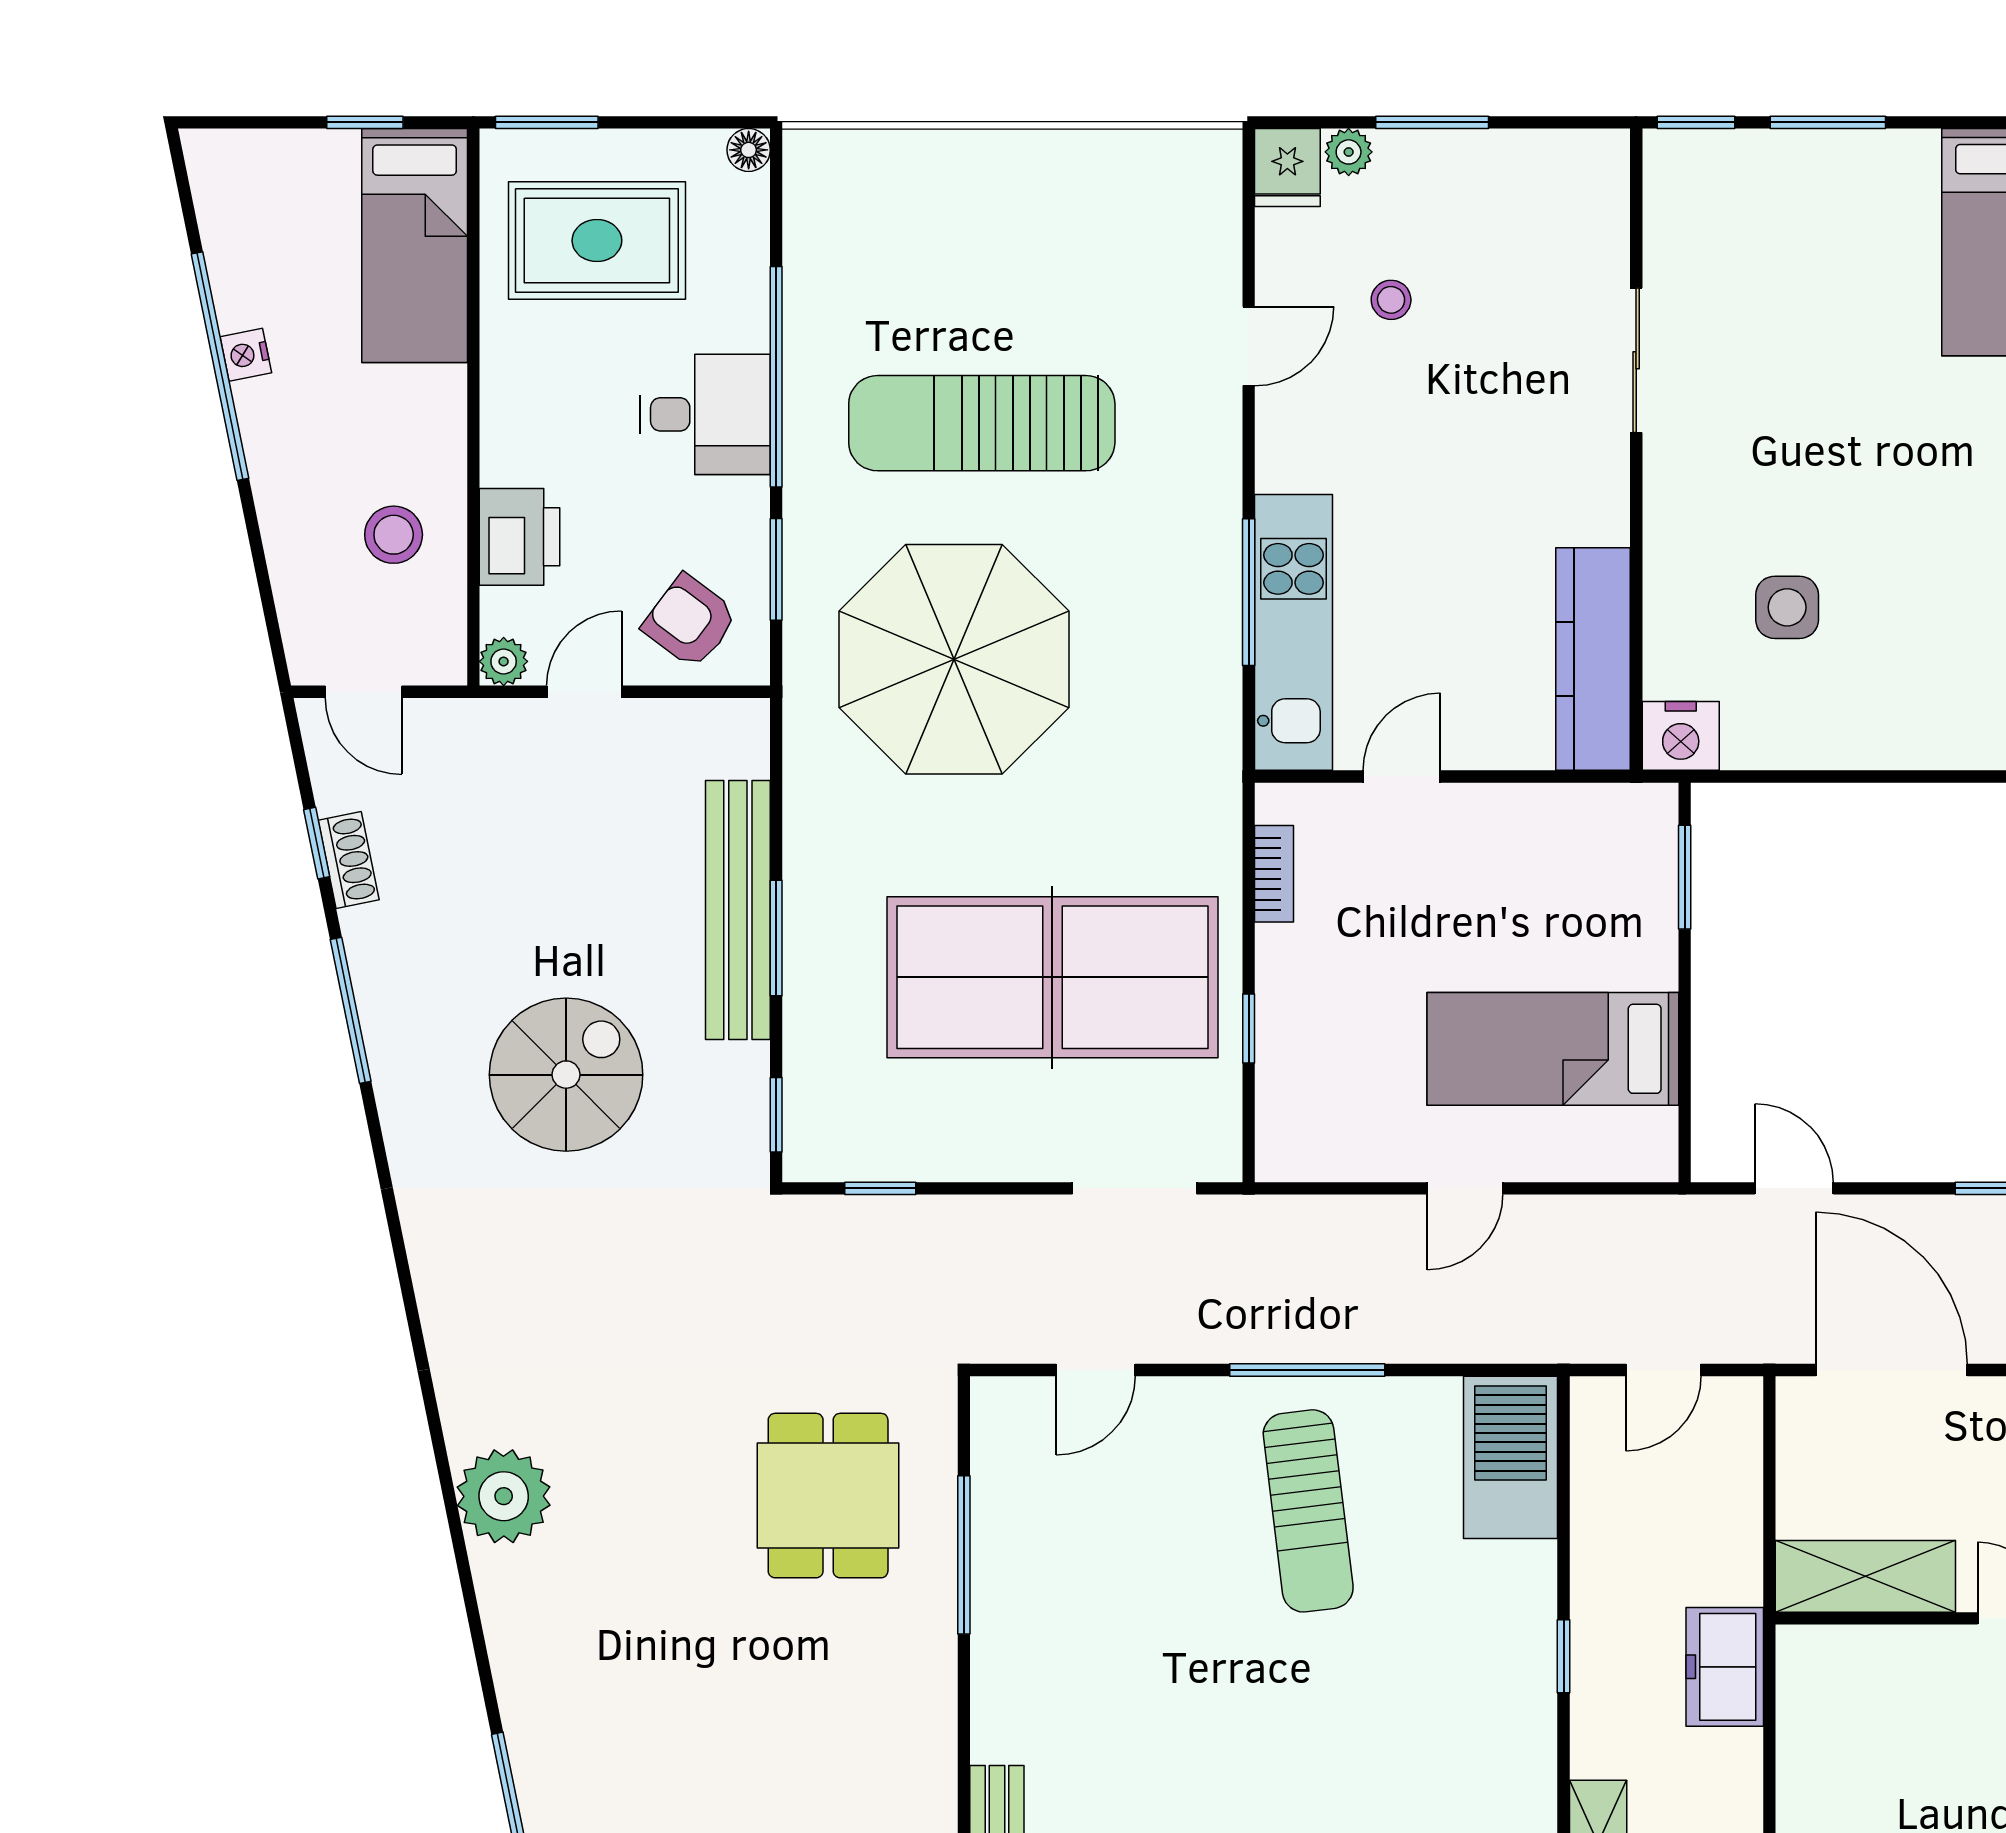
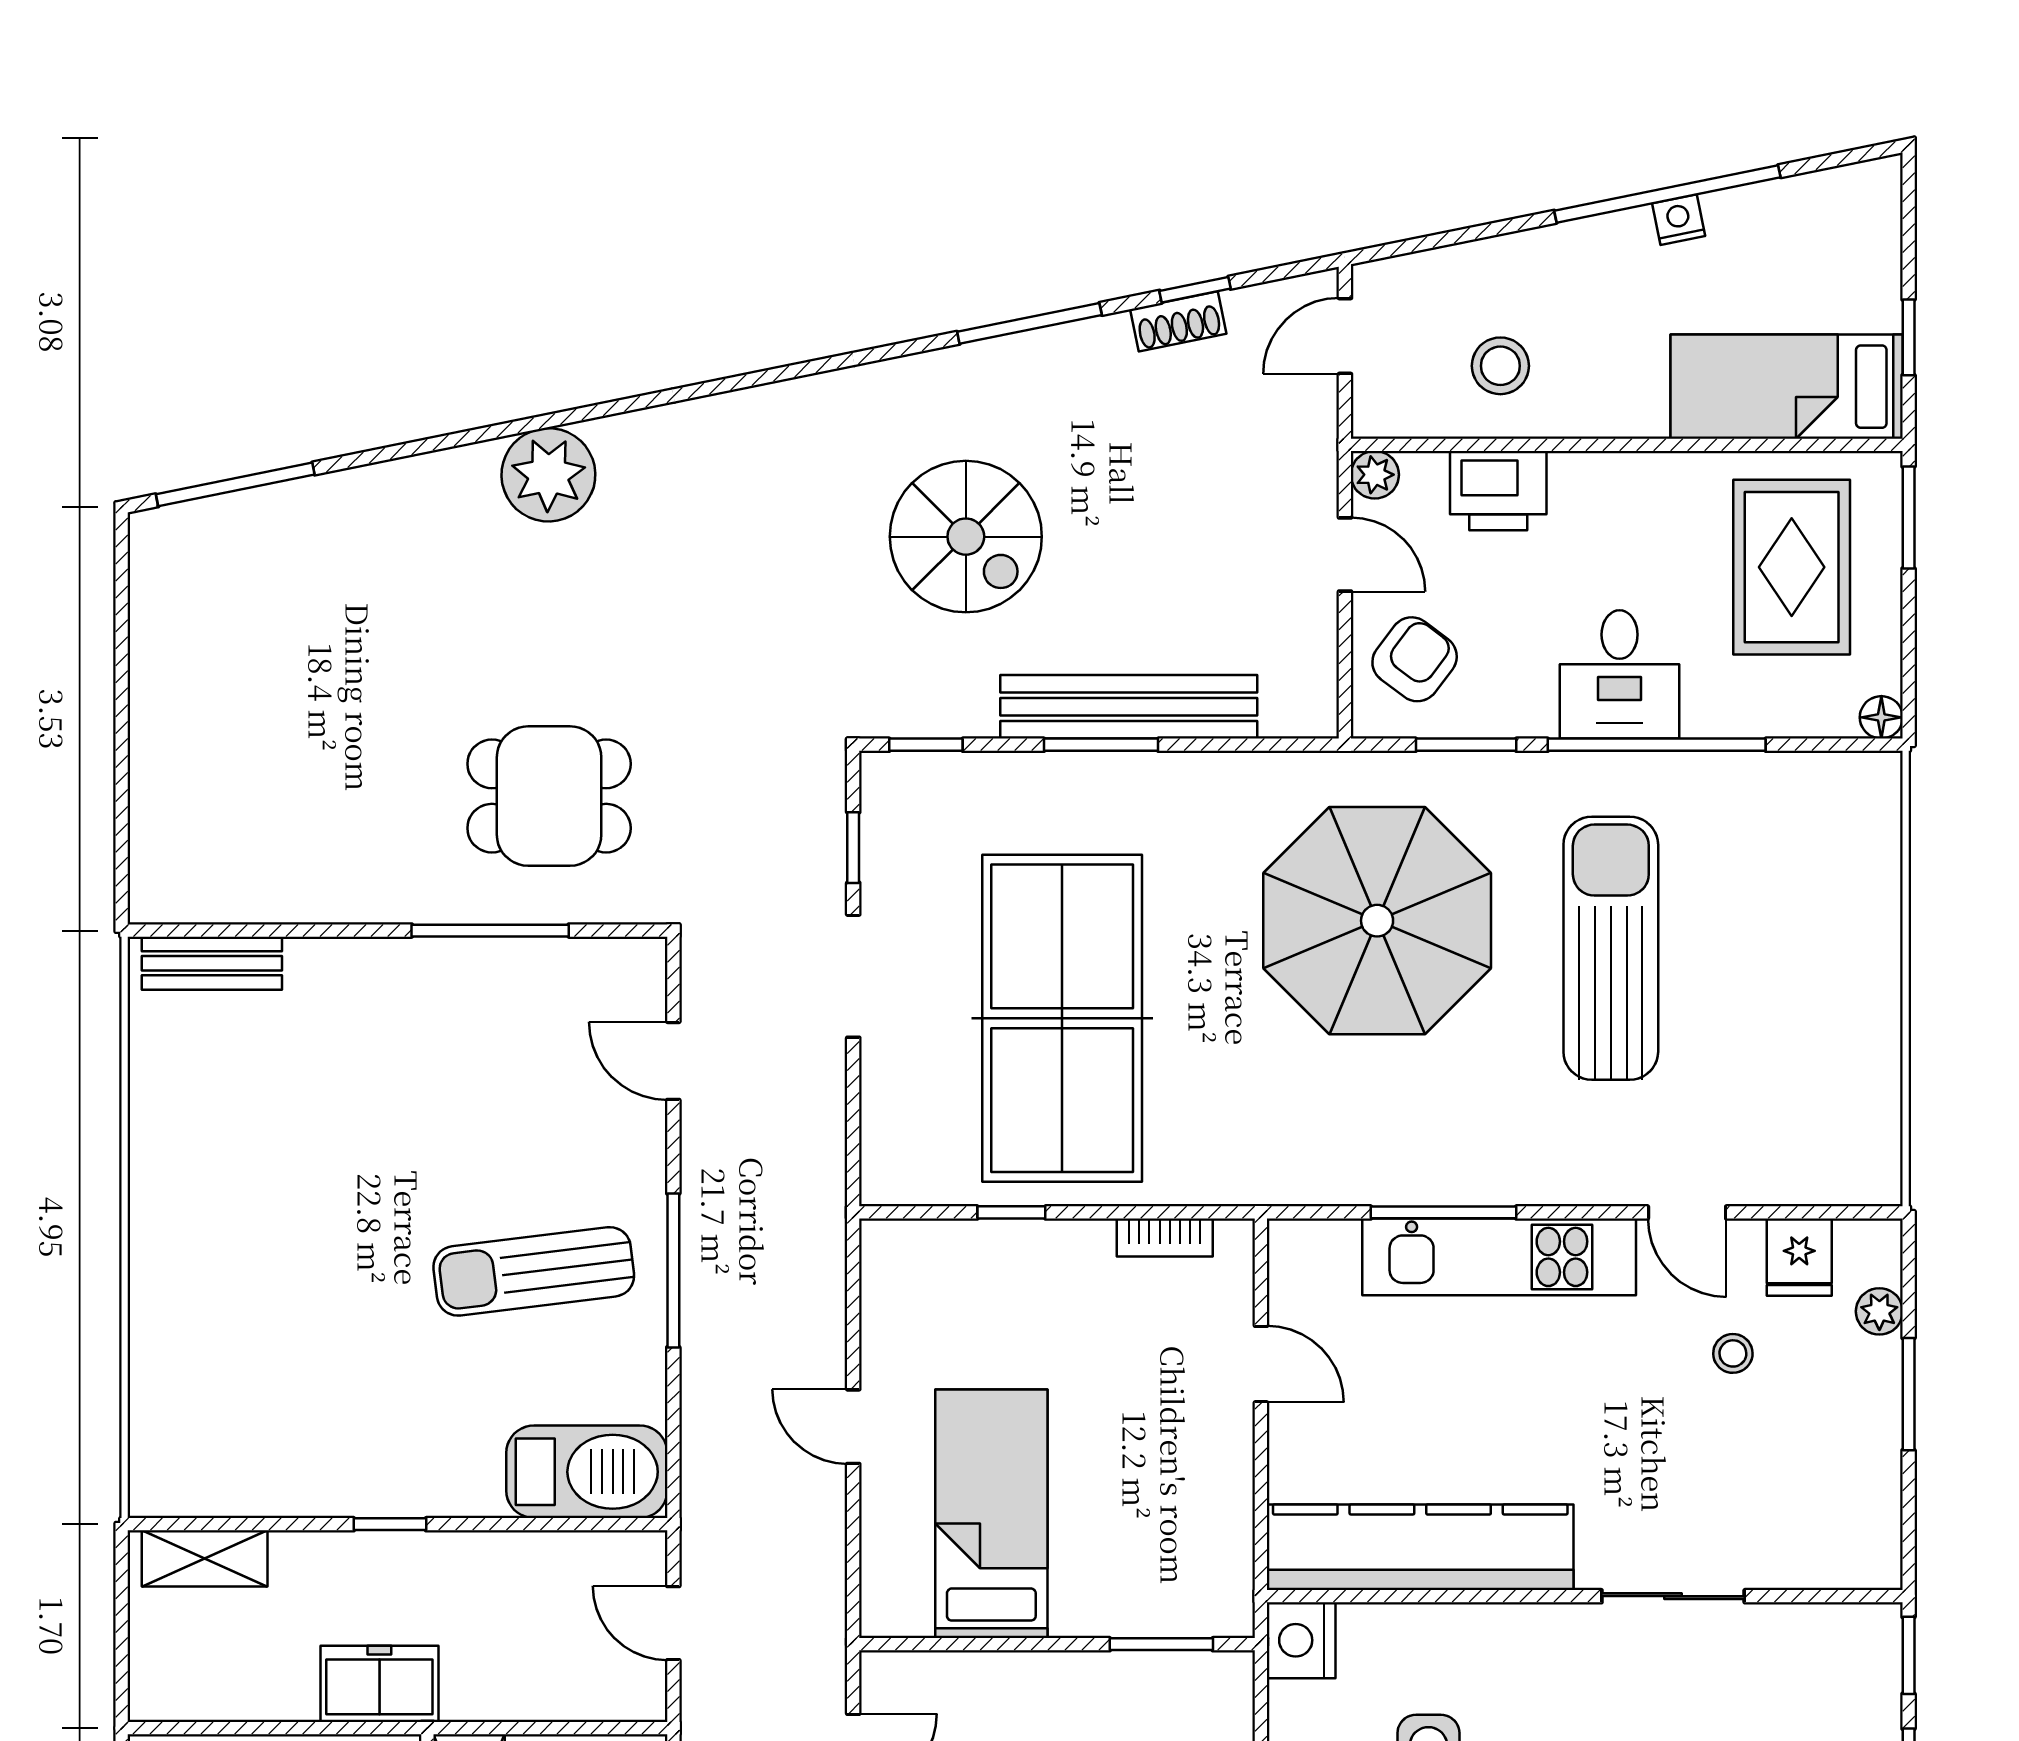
fridge: (1287, 168) -> (1799, 1257), moved, turned -90
kitchen unit: (1294, 632) -> (1499, 1257), moved
kitchen counter: (1593, 659) -> (1420, 1547), width x1.39, depth x1.17
doorway: (1135, 1188) -> (853, 976), moved

